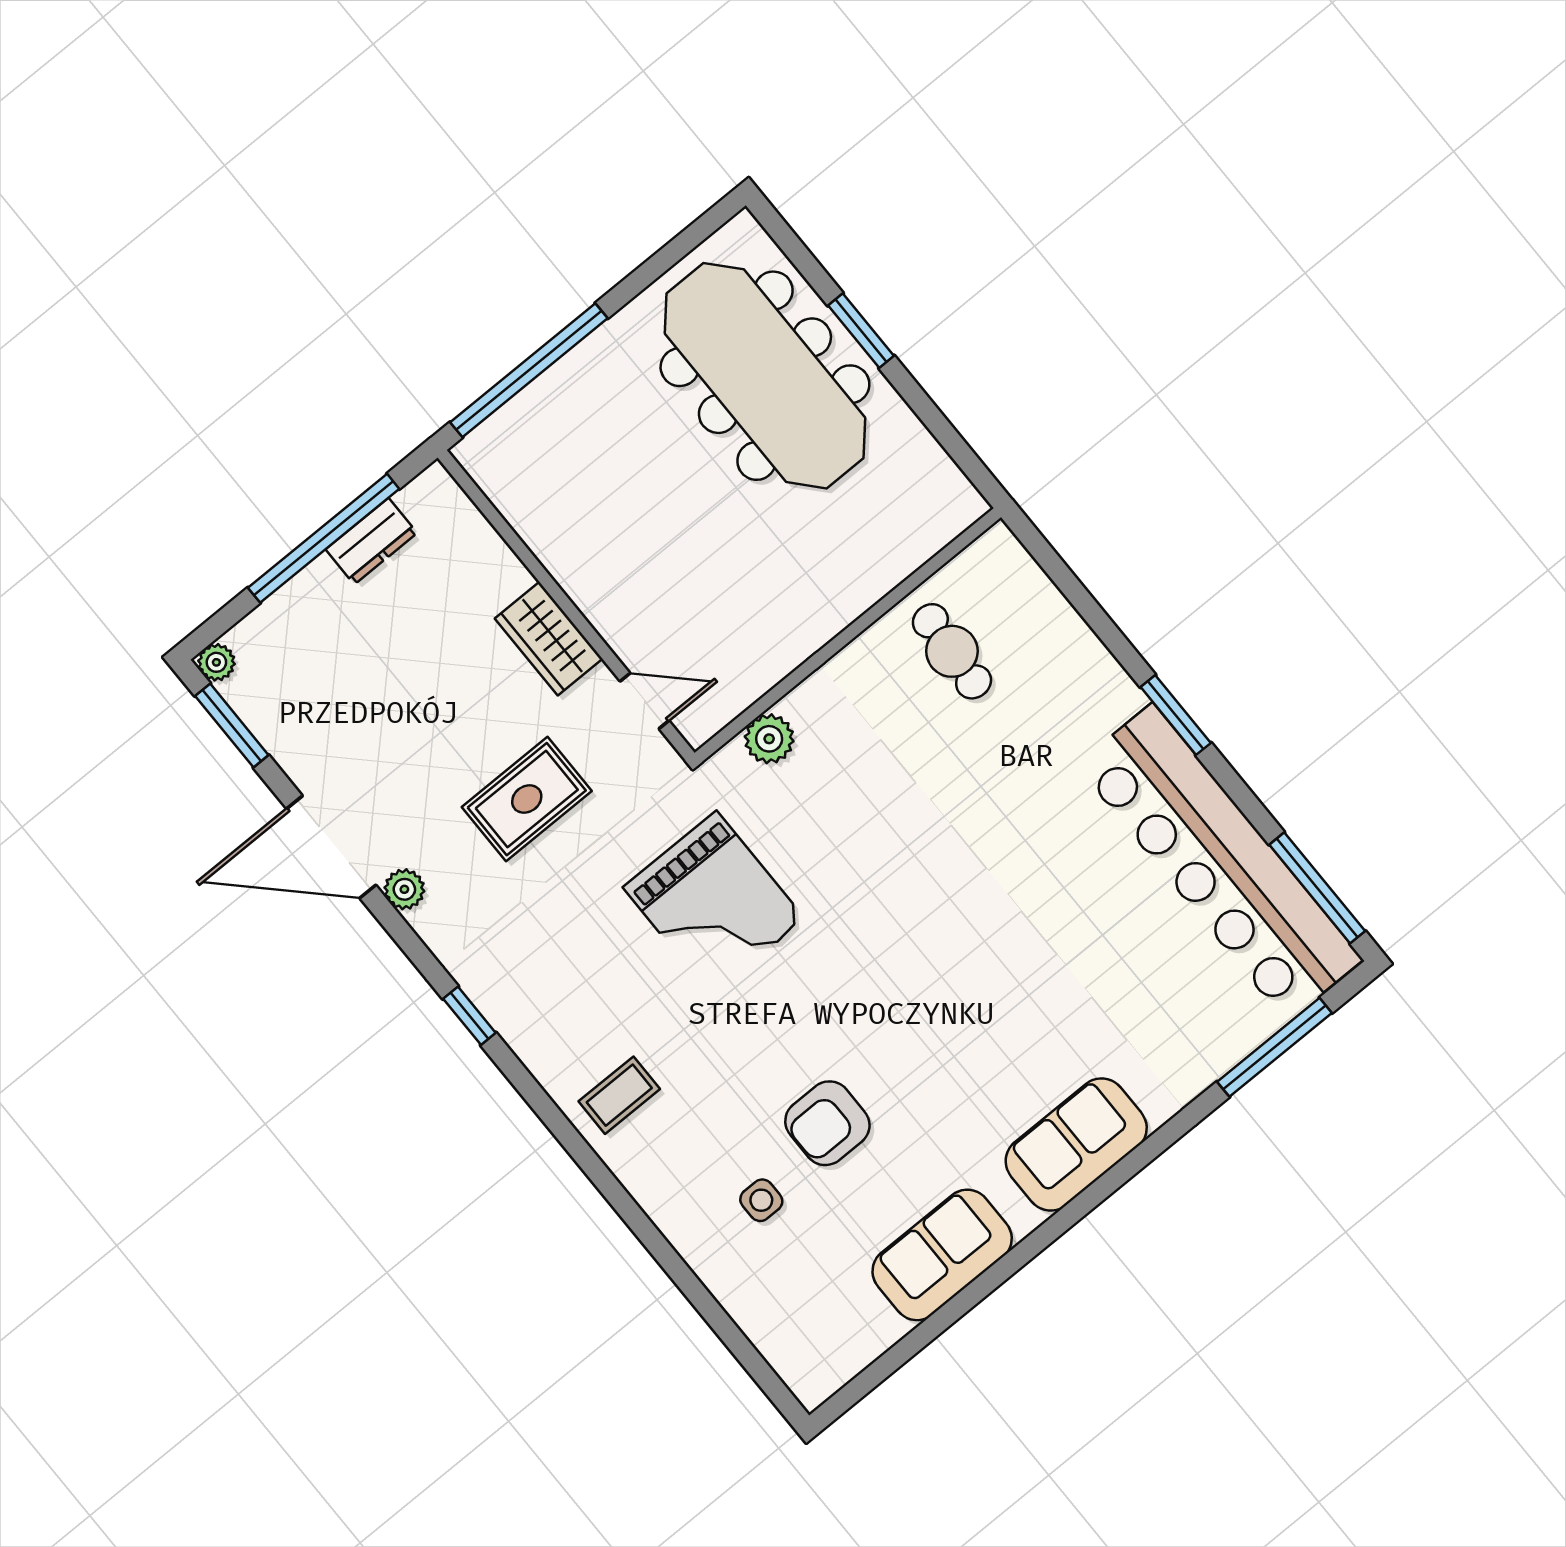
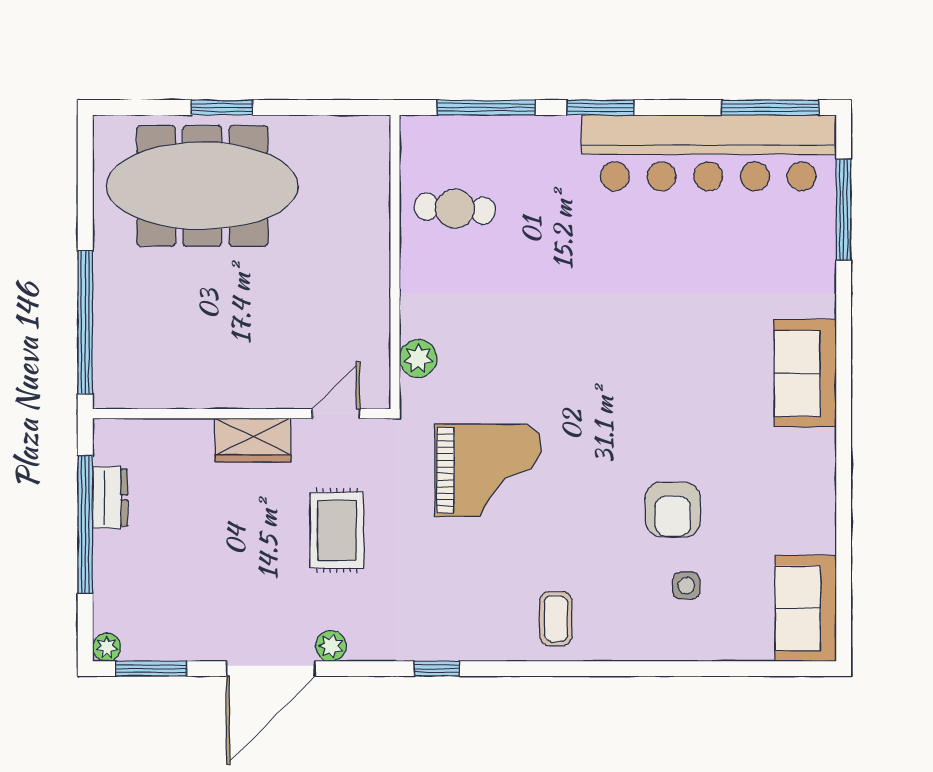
window: (1081, 599) -> (486, 108), added
sofa: (942, 1255) -> (806, 608), moved

